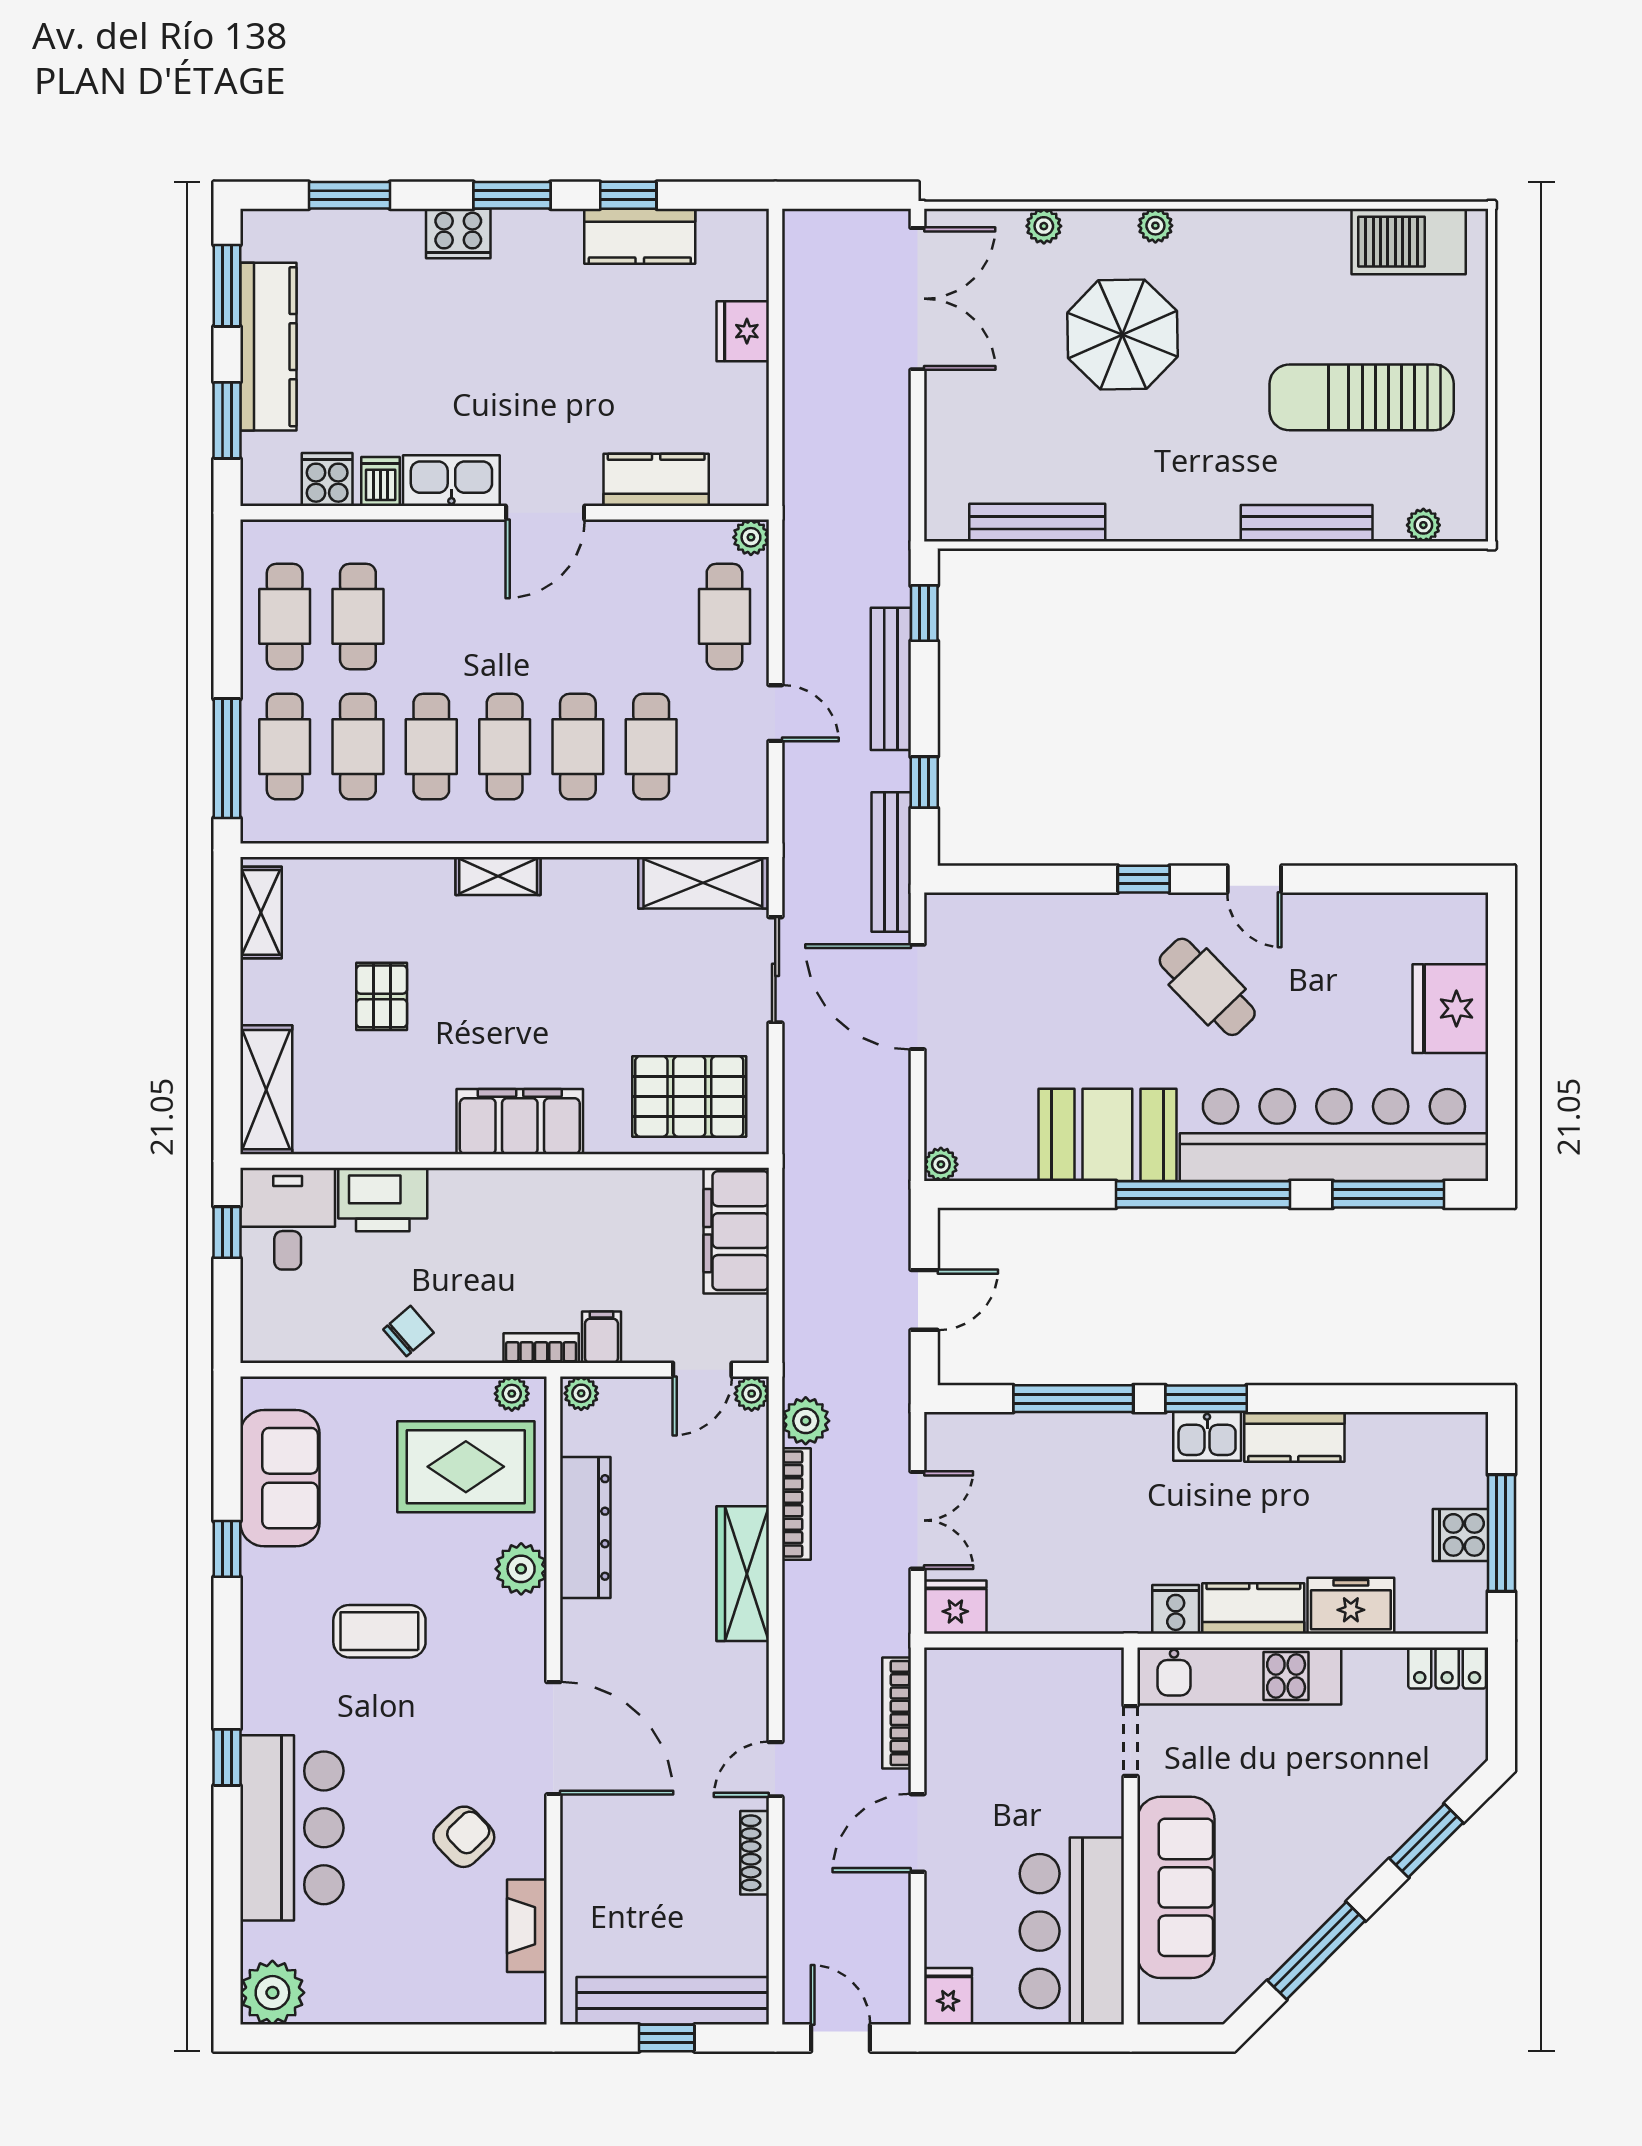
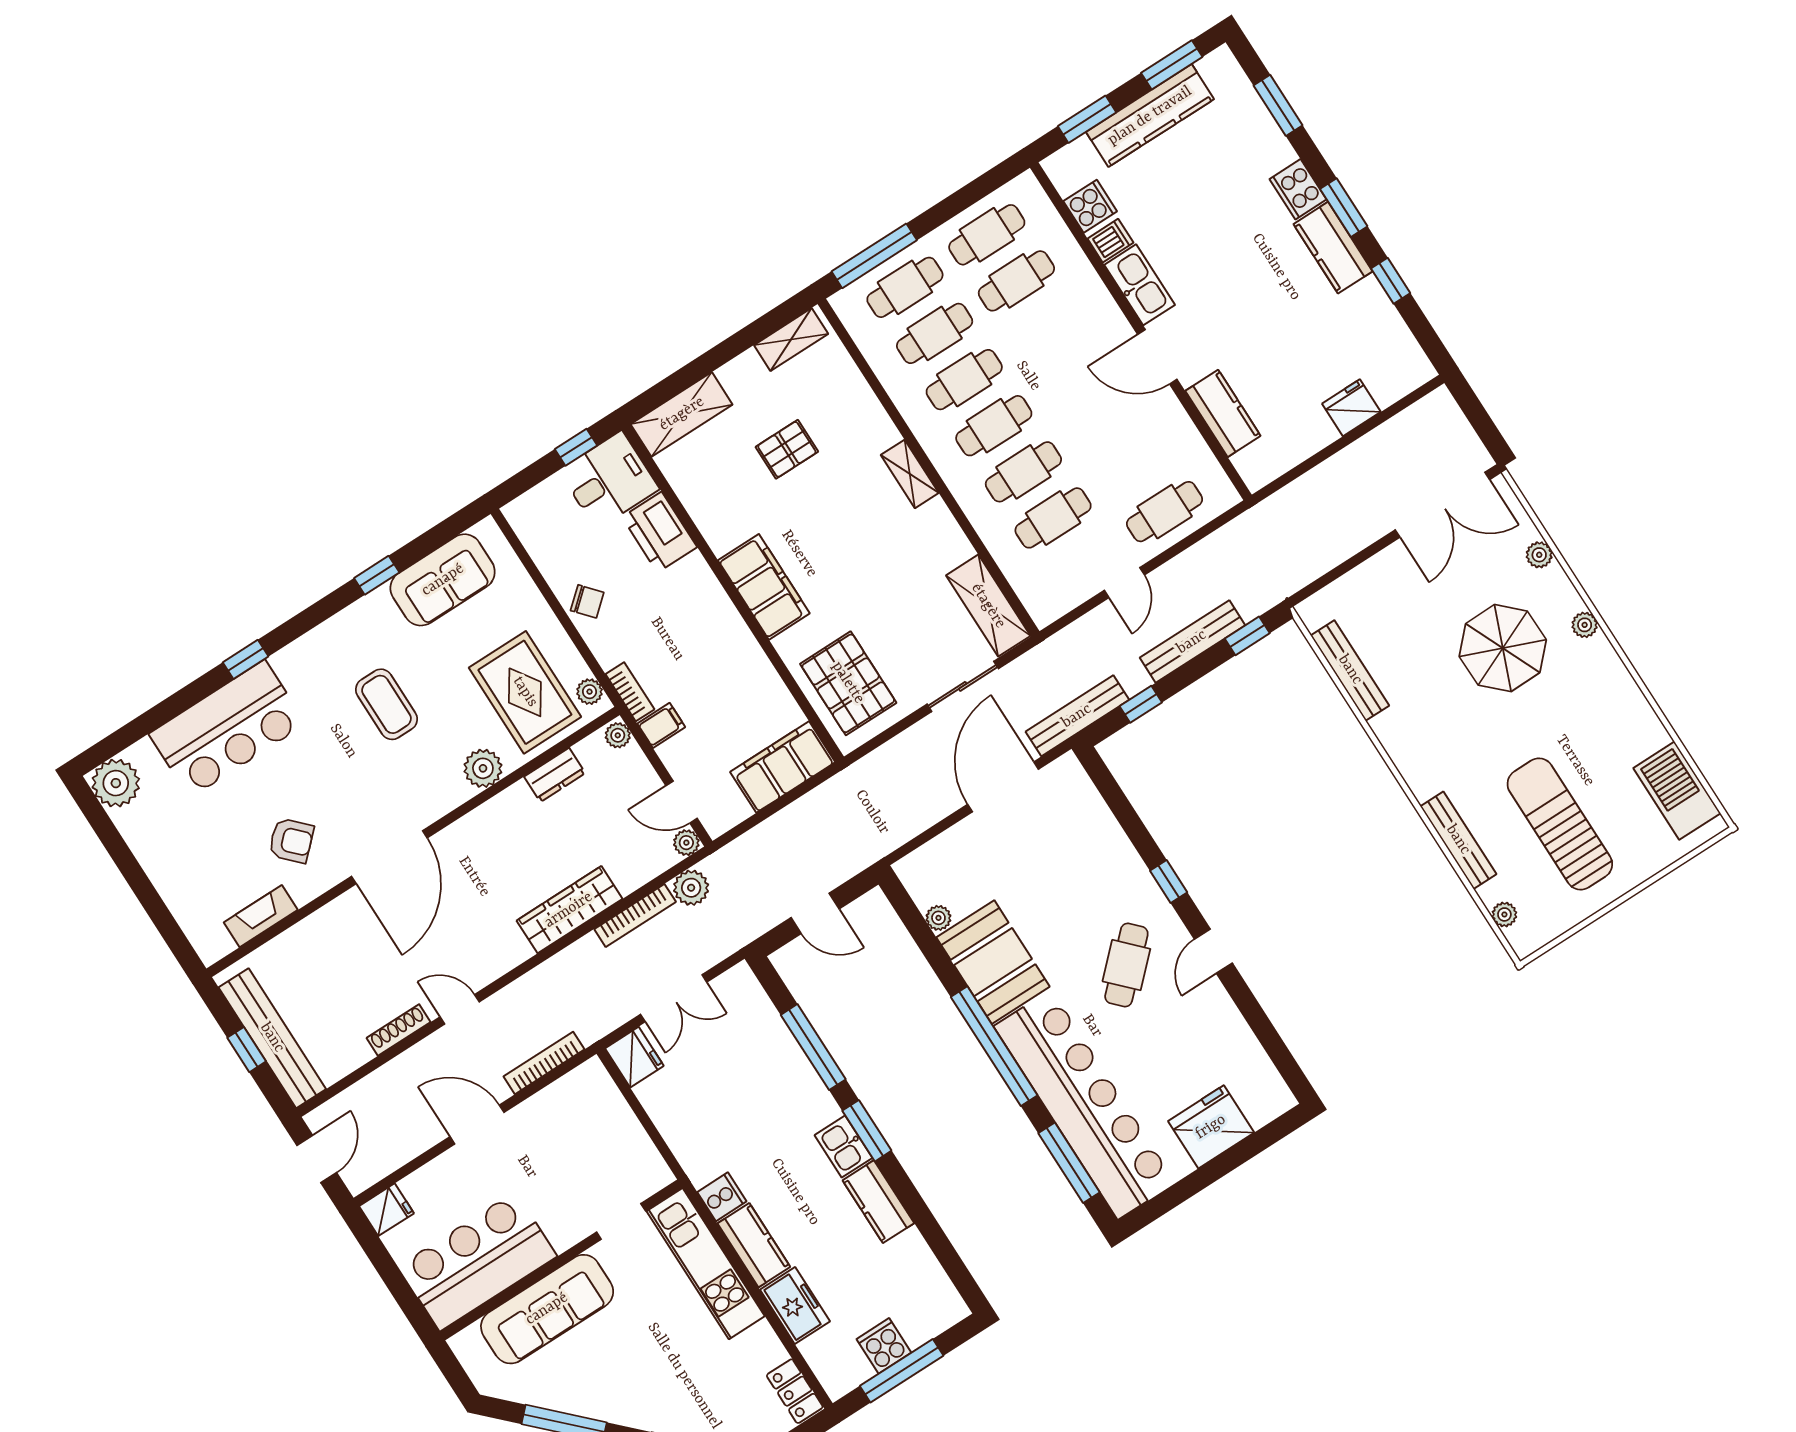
kitchen counter: (640, 236) -> (1333, 248), moved
plant: (751, 537) -> (1225, 496), removed
plant: (941, 1164) -> (938, 918), moved
dresser: (585, 1527) -> (555, 775), width x0.51, depth x0.80

